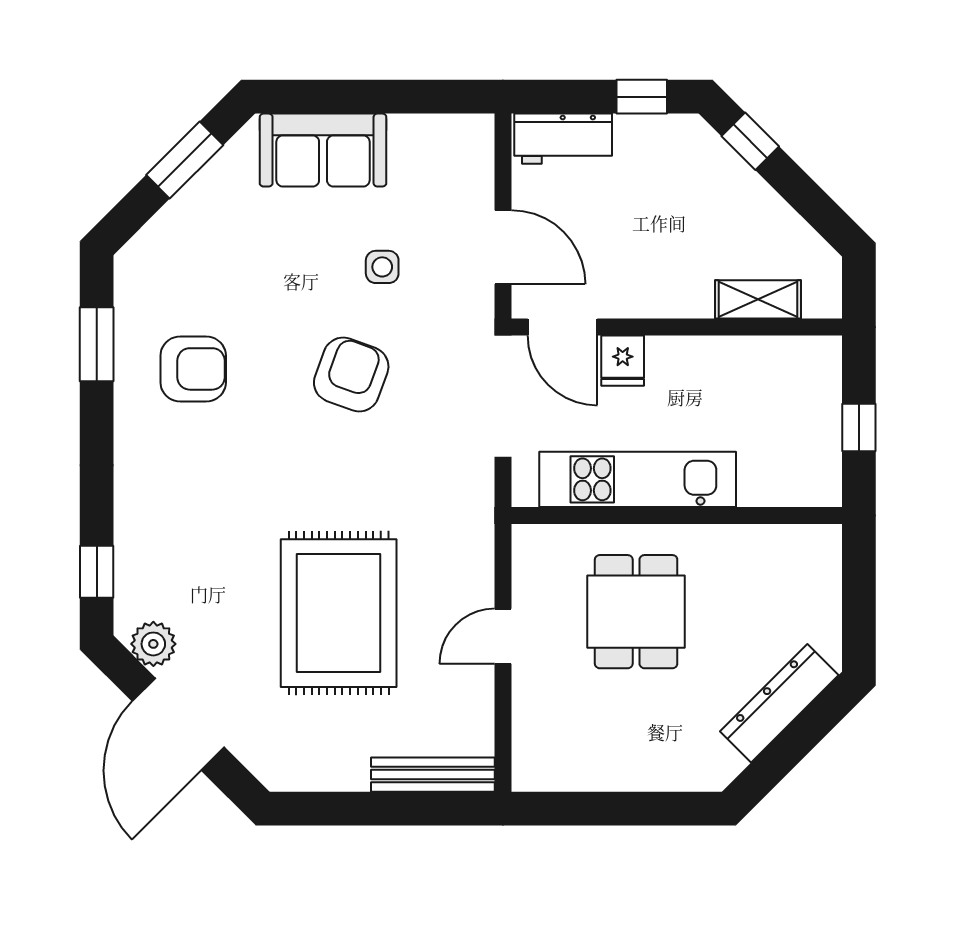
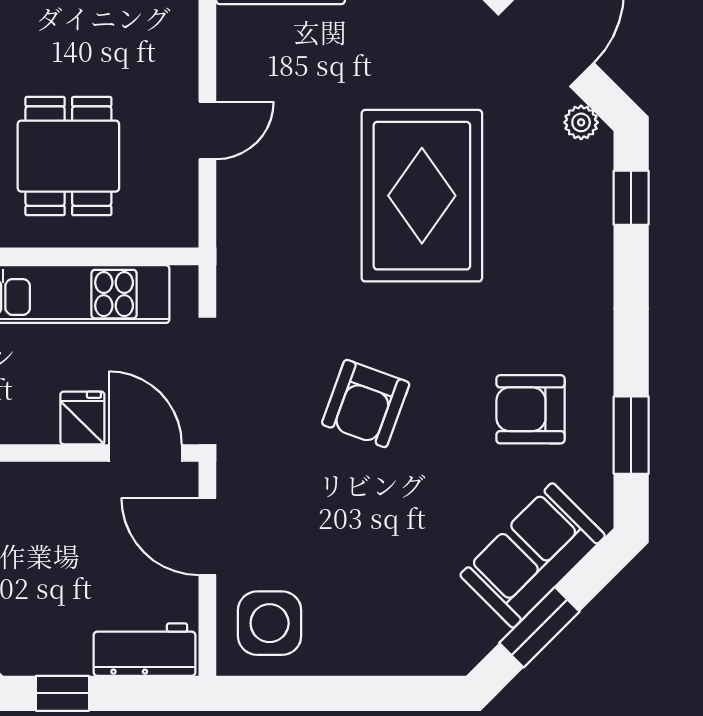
sofa: (323, 150) -> (533, 555), moved, turned -45
side table: (382, 267) -> (270, 623), moved, width x1.87, depth x1.87
rug: (339, 613) -> (422, 196), moved
plant: (153, 644) -> (581, 122), width x0.73, depth x0.73

